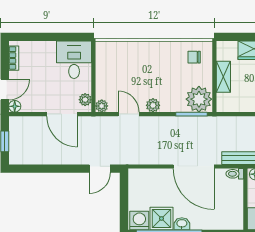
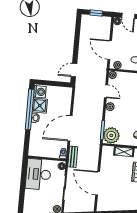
door: (62, 114) -> (110, 50), hinge flipped
door: (129, 114) -> (106, 91), hinge flipped
door: (100, 169) -> (74, 70), hinge flipped

